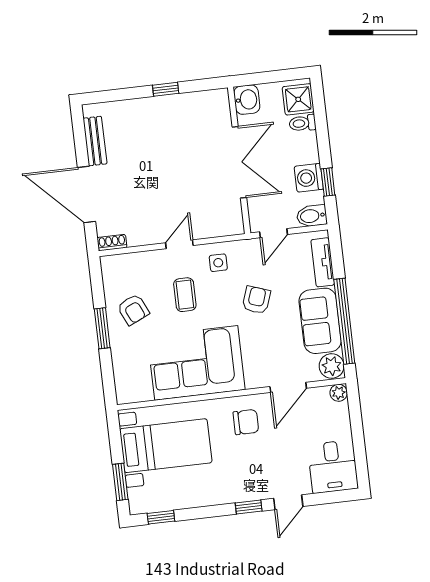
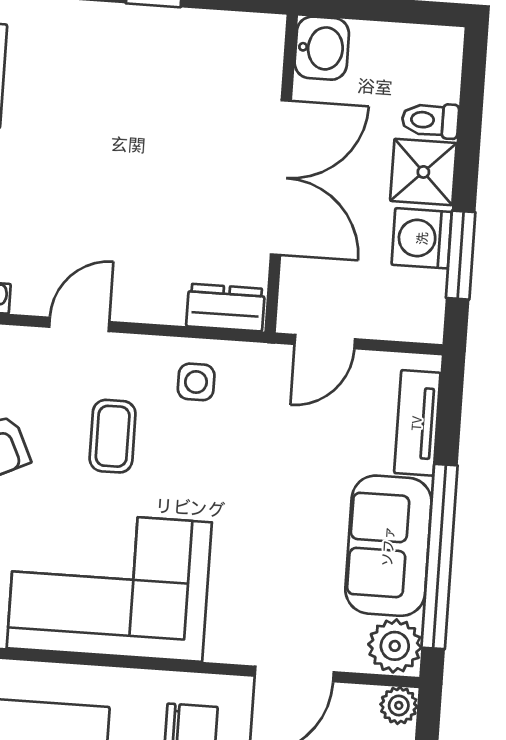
shower: (298, 99) -> (423, 172), moved
window: (328, 182) -> (461, 255), width x1.50
bidet: (312, 216) -> (413, 320), removed
dresser: (225, 226) -> (226, 308), added
door: (179, 244) -> (79, 324), moved
armchair: (256, 300) -> (262, 476), removed

